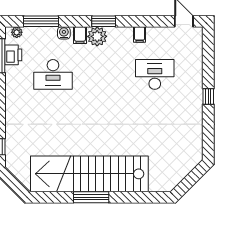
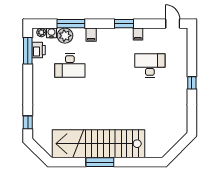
window: (41, 21) -> (71, 24), moved
window: (104, 21) -> (124, 24), moved
water cooler: (64, 33) -> (52, 33), moved
plant: (97, 36) -> (65, 36), moved

